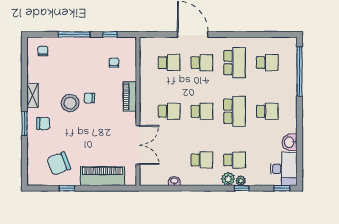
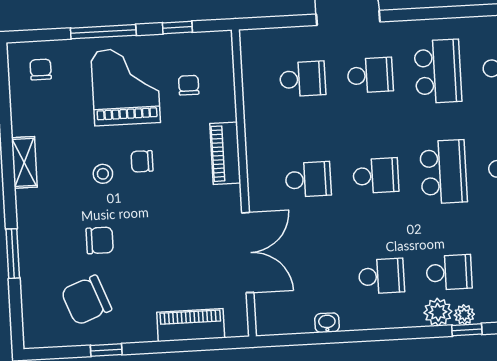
grand piano: (83, 62) -> (126, 87), added
stool: (70, 103) -> (103, 174), width x0.53, depth x0.53
window: (24, 124) -> (13, 254), moved
chair: (43, 124) -> (100, 240), moved
piano: (103, 176) -> (191, 325), width x0.73, depth x0.75

